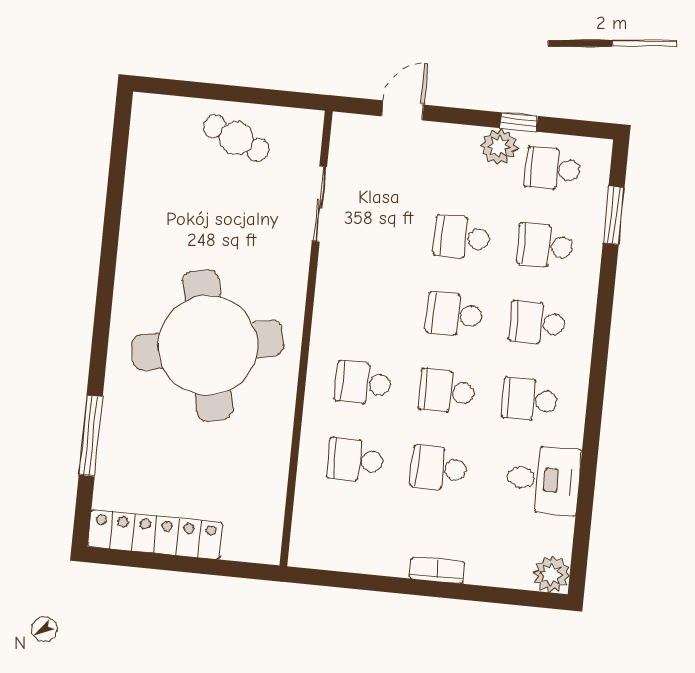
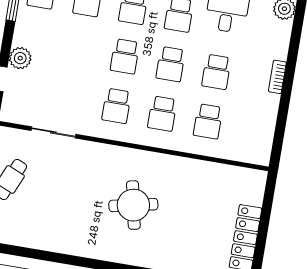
plant: (499, 146) -> (20, 58), moved
school desk: (462, 237) -> (116, 106), moved
round table: (208, 345) -> (133, 205), width x0.54, depth x0.54

